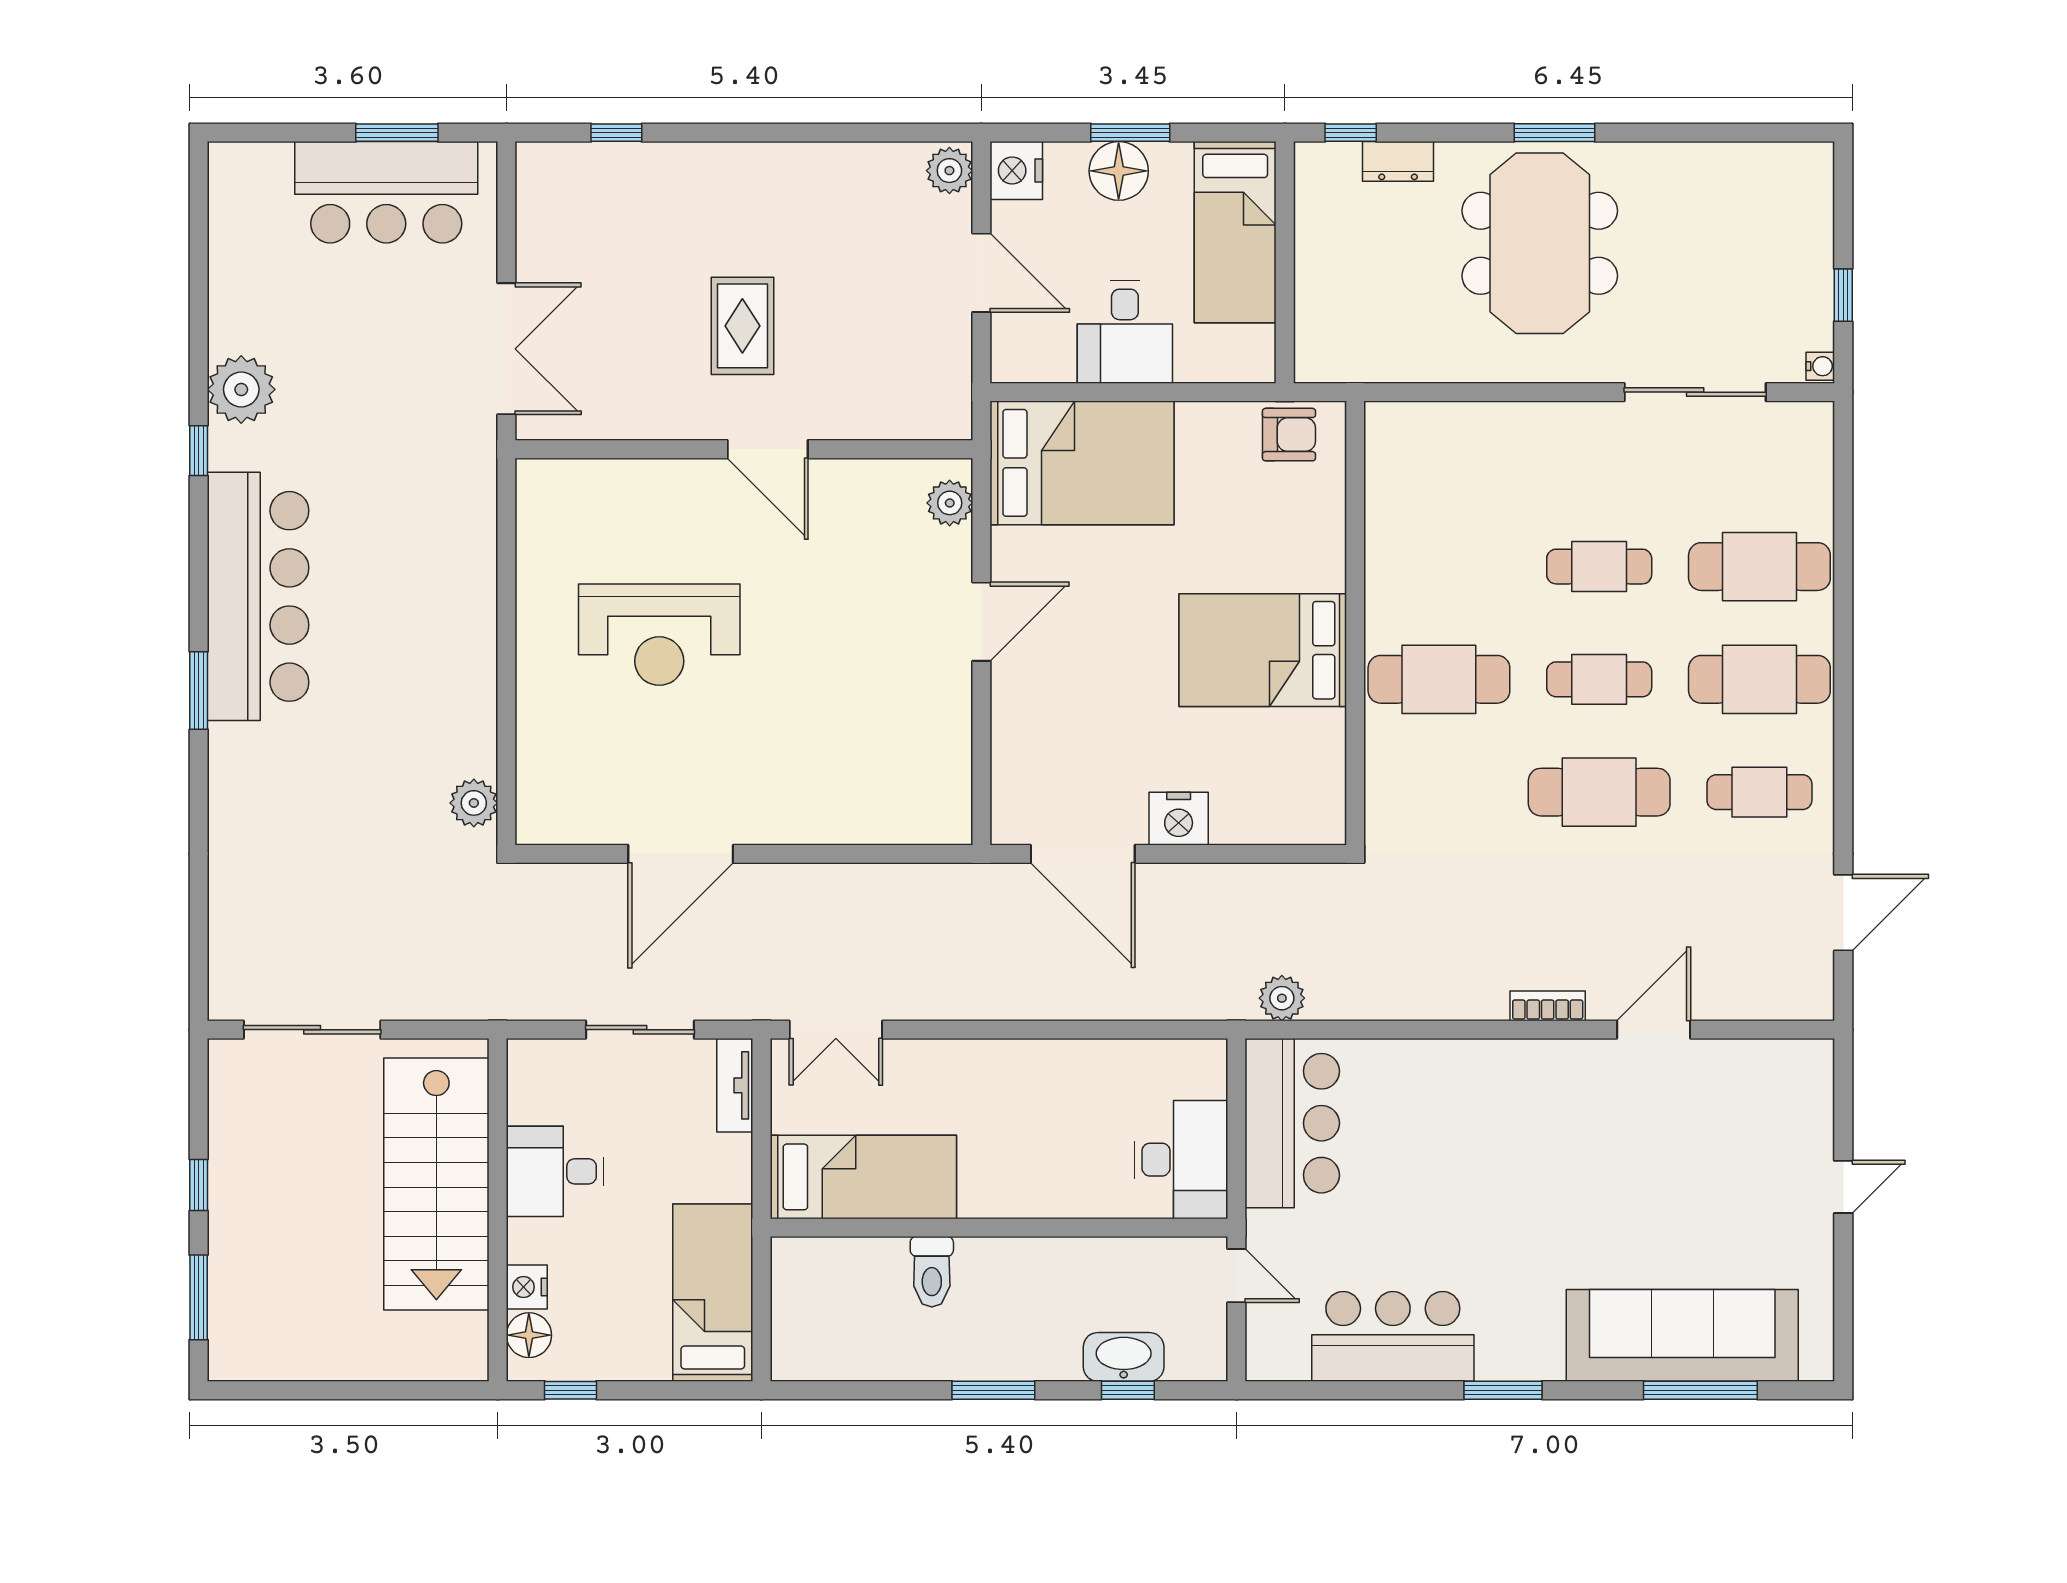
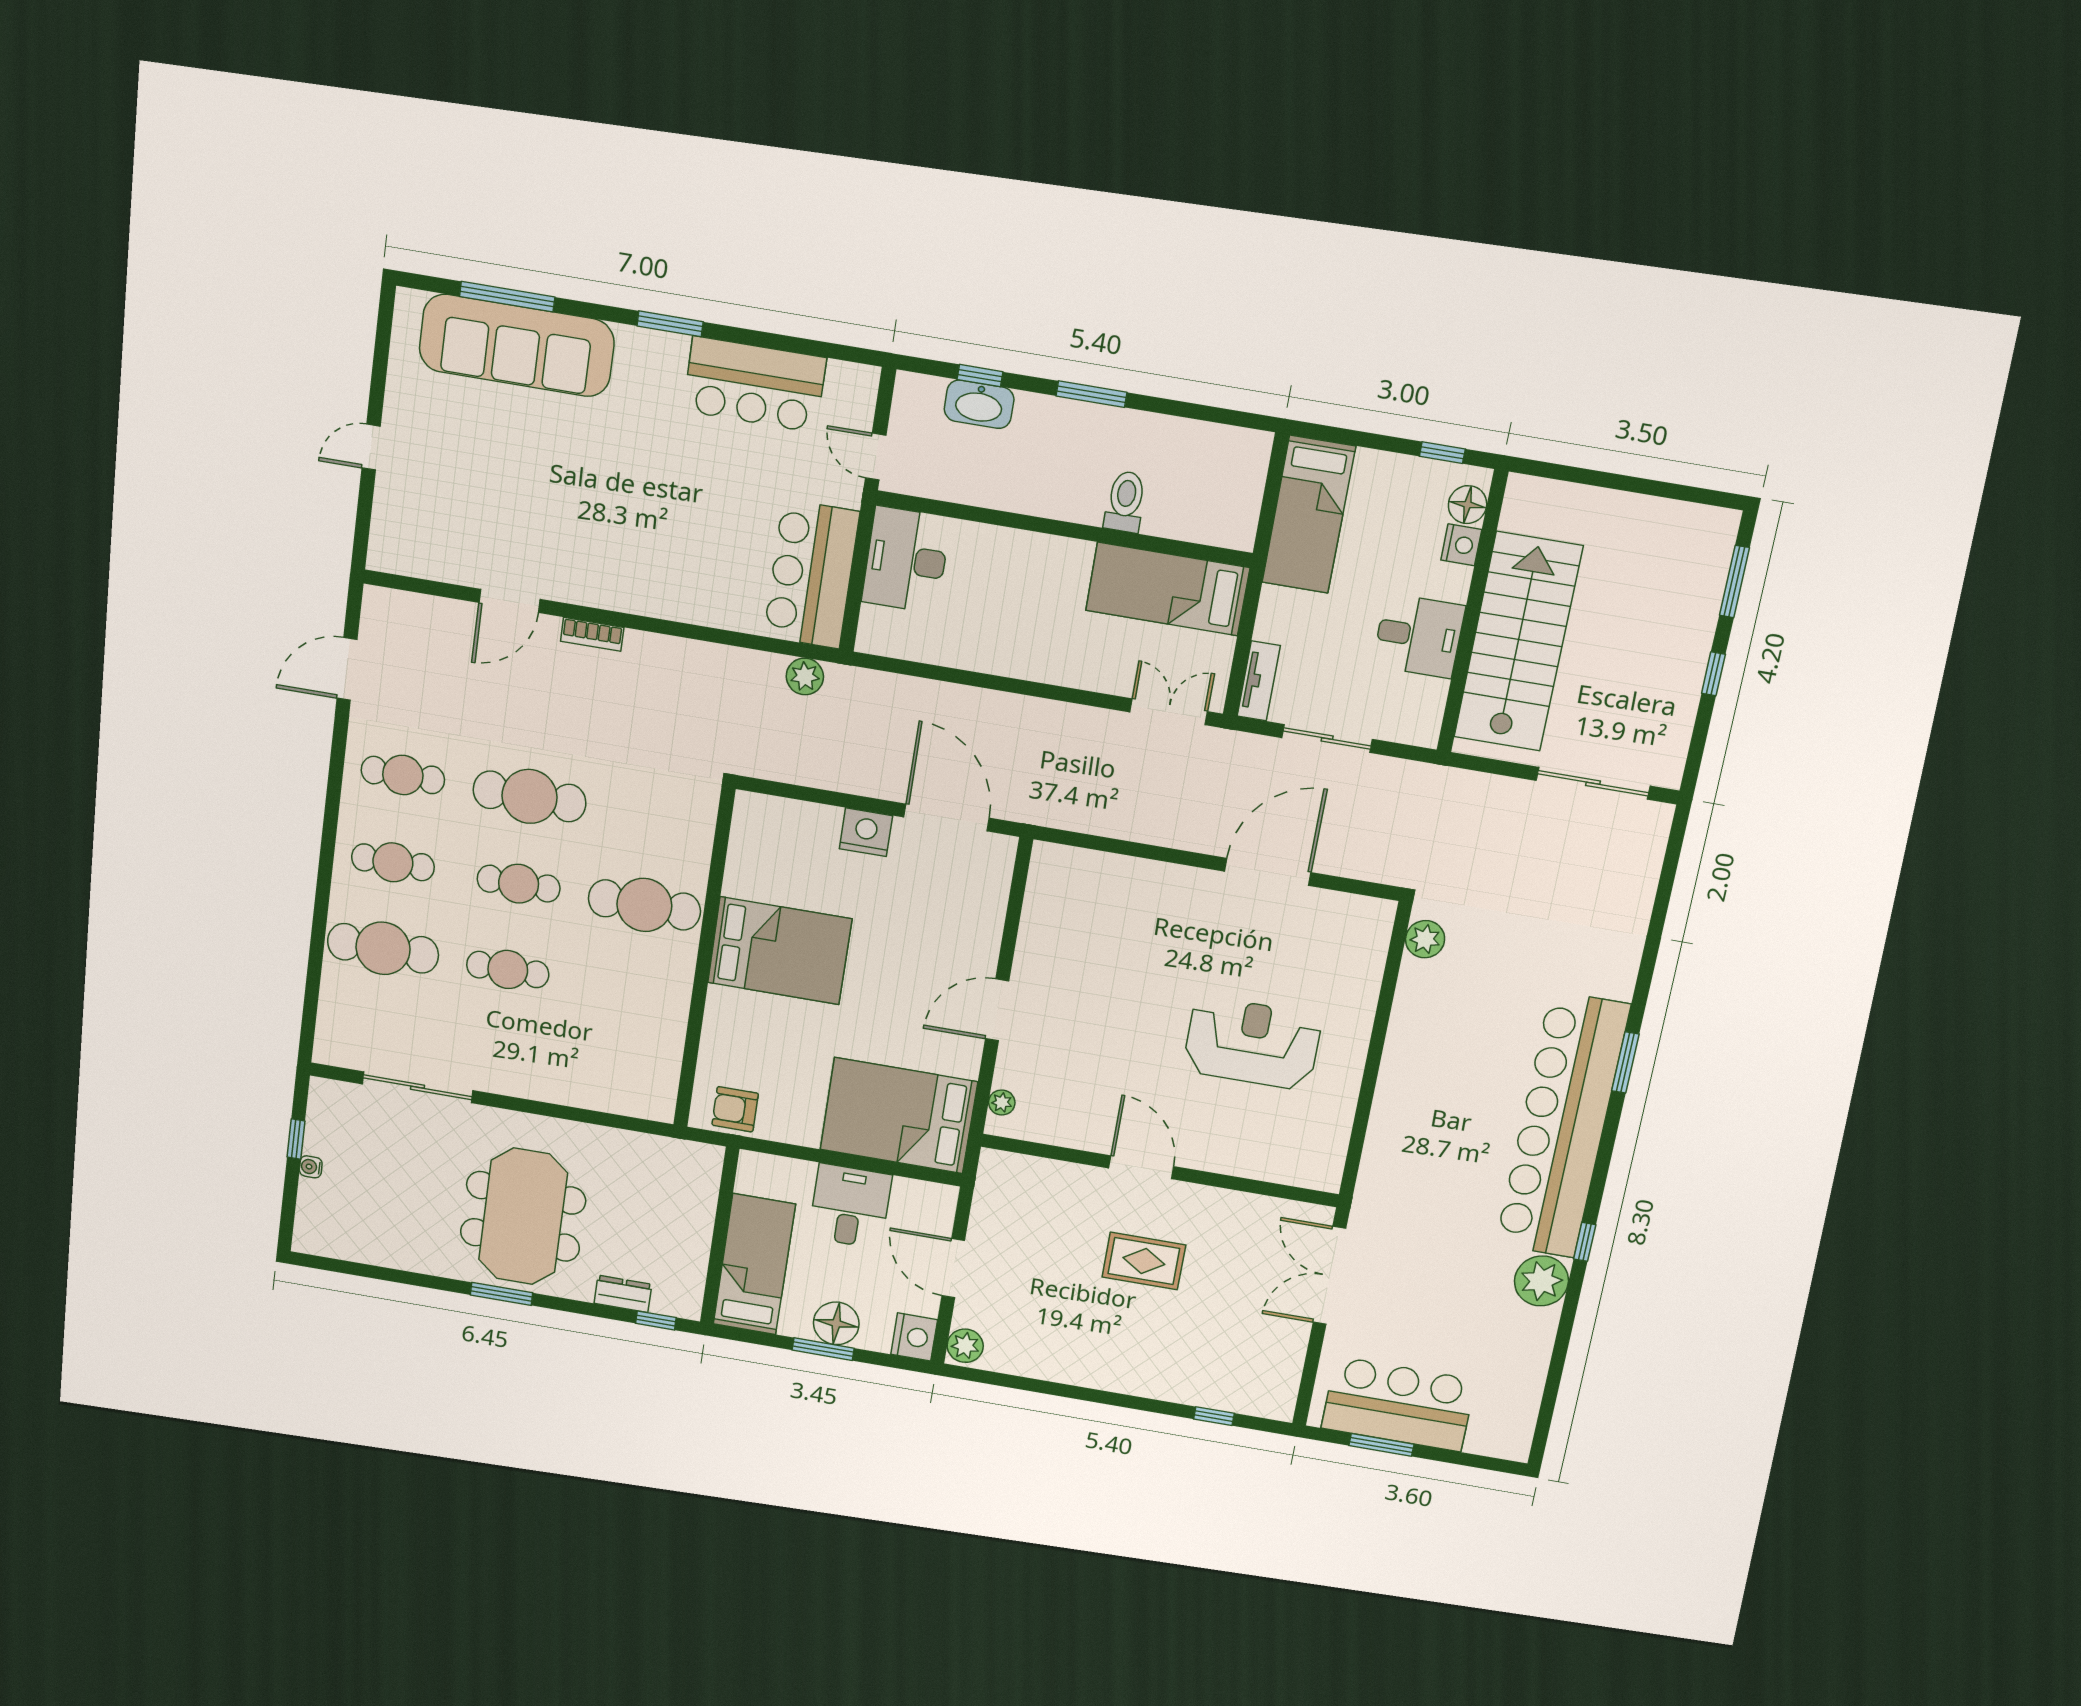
rug: (742, 326) -> (1144, 1261), turned 90
water cooler: (1820, 366) -> (311, 1167), moved
plant: (950, 503) -> (1002, 1102), width x0.73, depth x0.73
bar counter: (258, 596) -> (1562, 1126), width x1.36
cafe table: (1759, 679) -> (393, 862), width x0.73, depth x0.74

